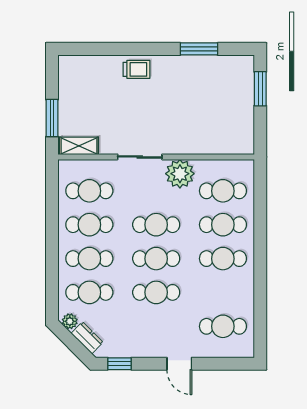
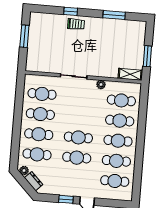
window: (126, 49) -> (71, 11), added
window: (260, 89) -> (147, 56), moved
window: (52, 118) -> (24, 36), moved
shelving: (79, 146) -> (130, 74), moved
plant: (180, 174) -> (101, 85), width x0.53, depth x0.53
cafe table: (156, 225) -> (116, 161), moved
window: (119, 364) -> (66, 199), moved

